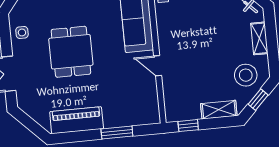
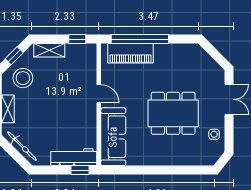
dining table: (71, 52) -> (173, 113), width x1.37
piano: (77, 120) -> (131, 53), moved
window: (117, 133) -> (140, 39), width x2.11

